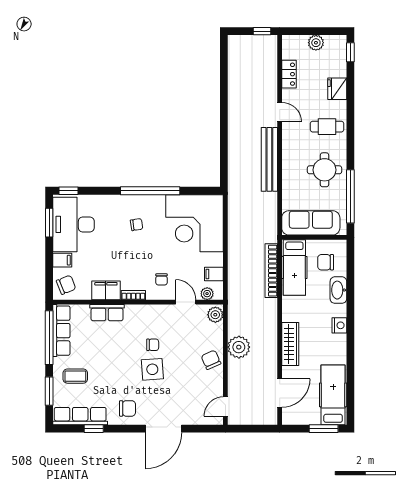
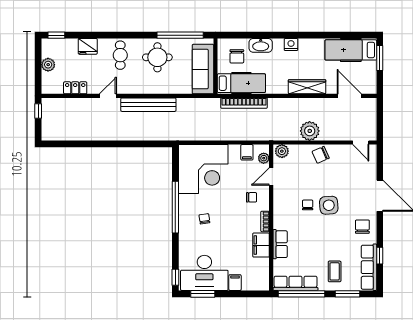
chair: (66, 285) -> (256, 279), removed

